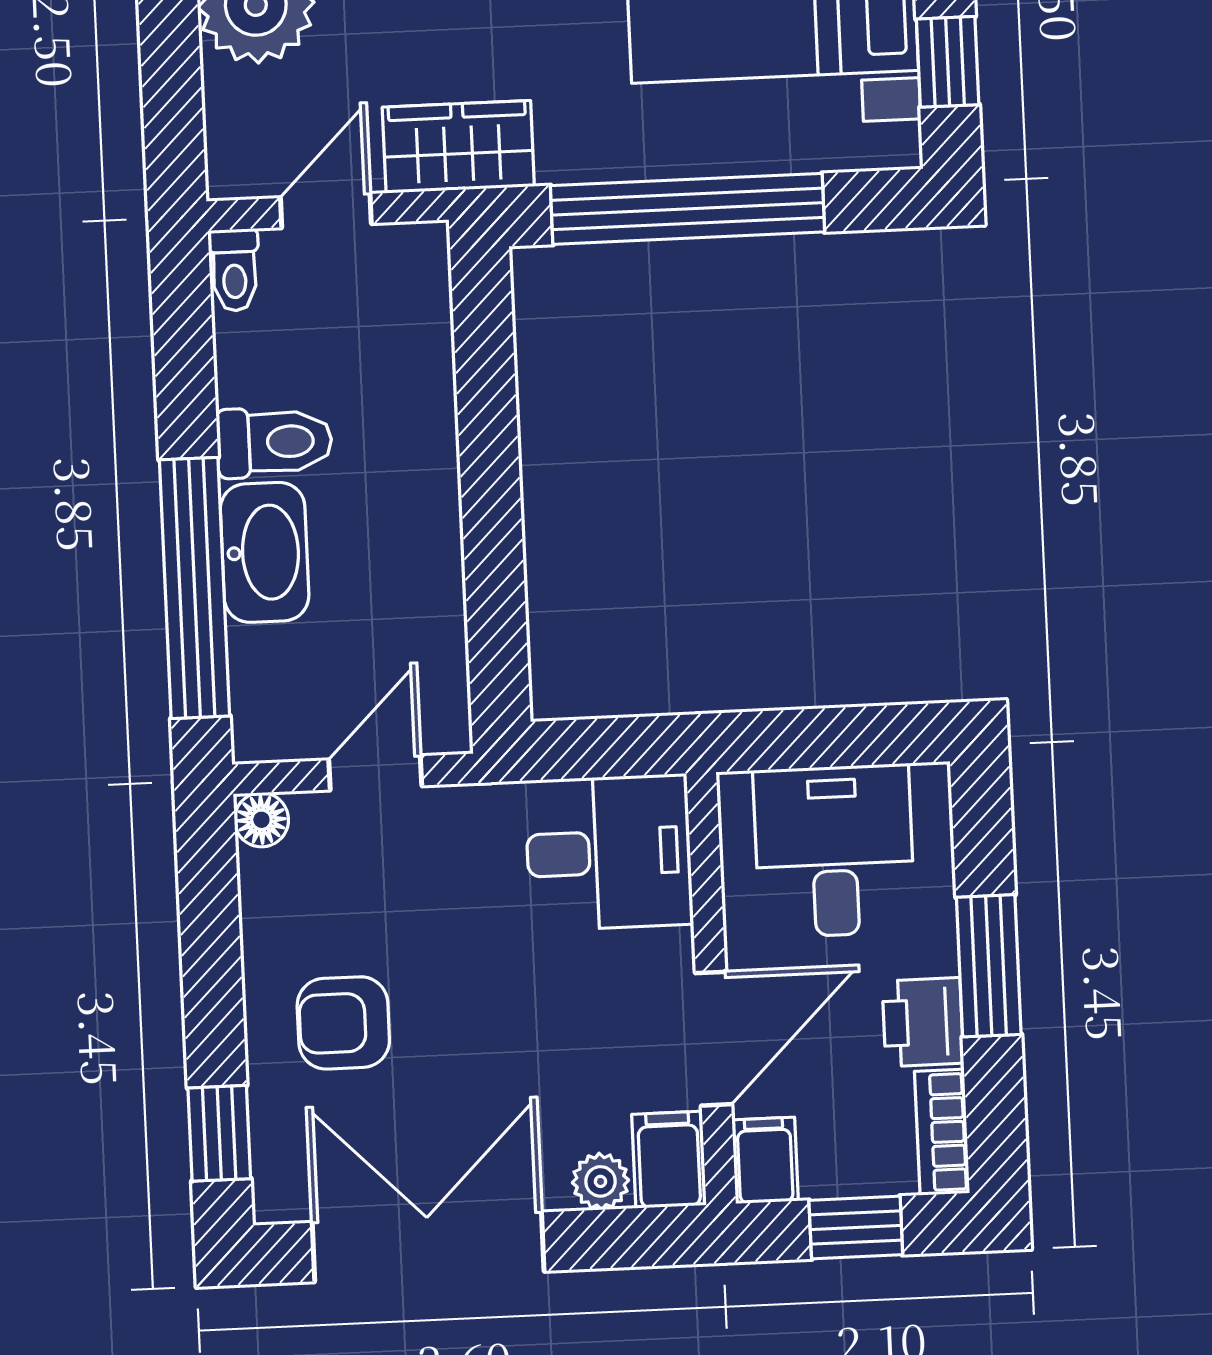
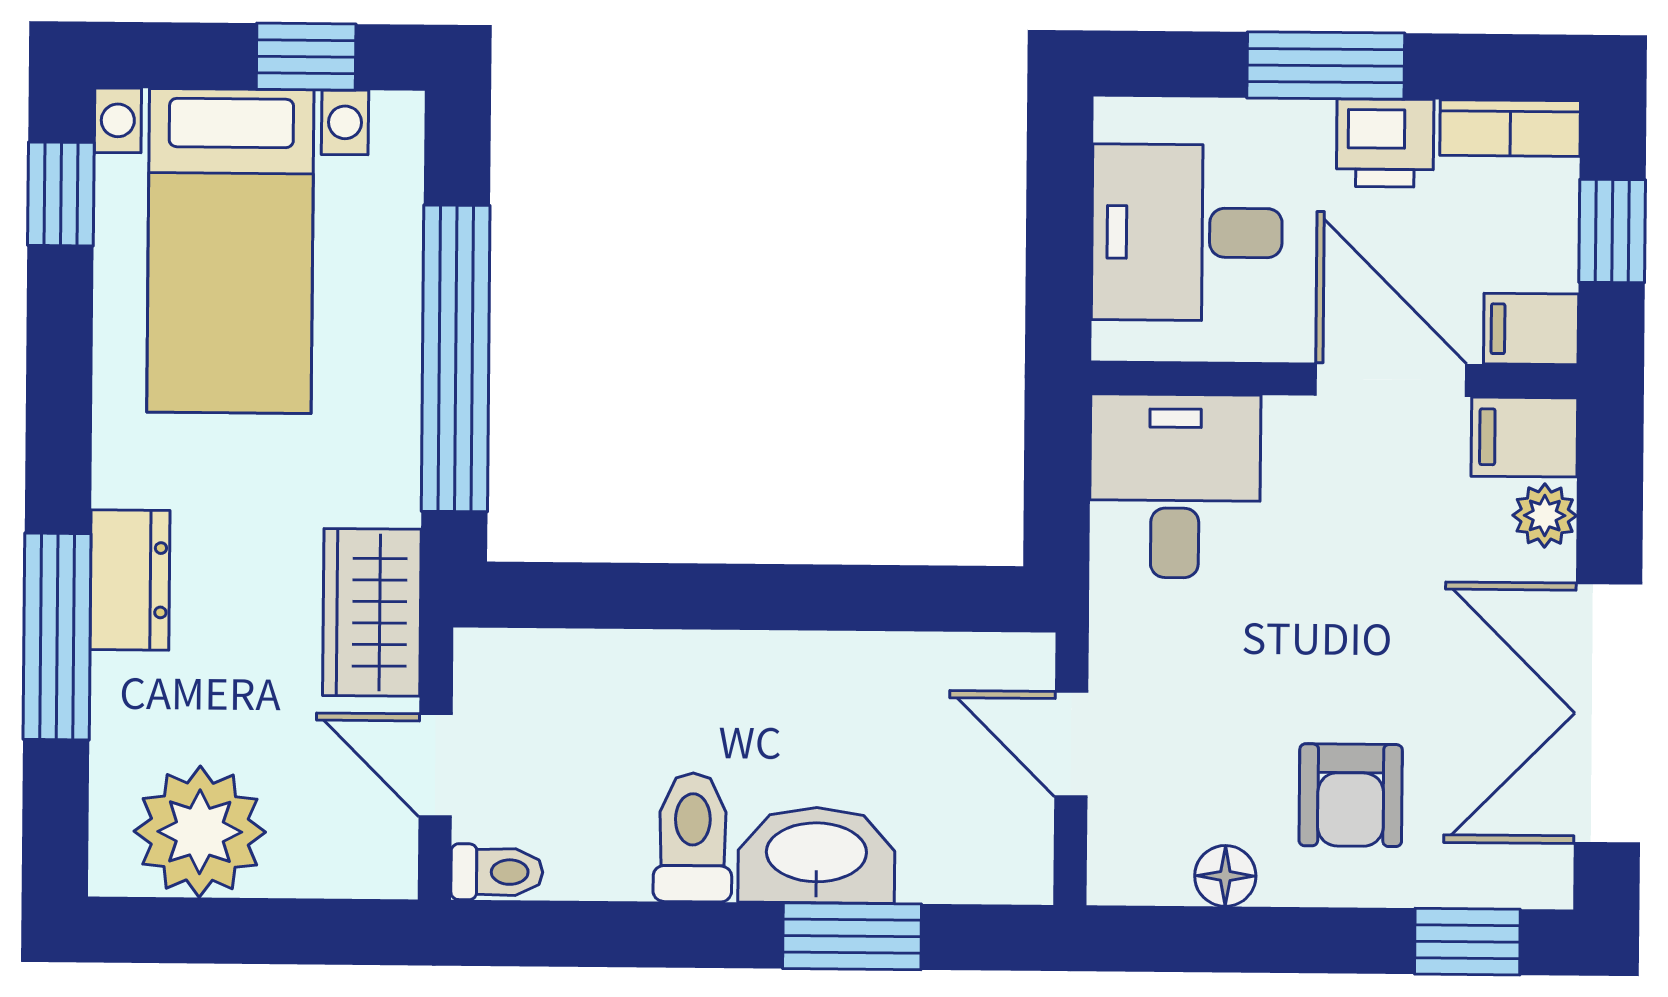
window: (194, 588) -> (852, 936), width x0.47
floor lamp: (261, 820) -> (1225, 876), moved

